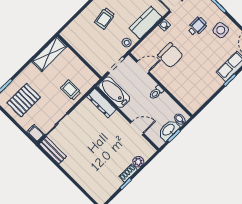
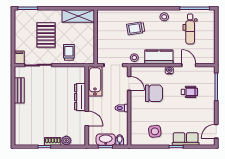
side table: (221, 30) -> (155, 131), moved
chair: (170, 55) -> (154, 93), turned -90
pallet: (24, 100) -> (46, 35), moved, turned 90
dresser: (101, 103) -> (80, 97), moved
bench: (53, 150) -> (19, 90), moved

